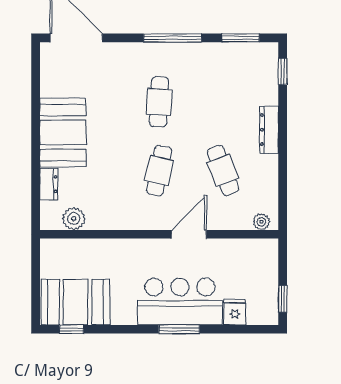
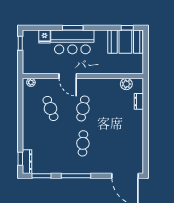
dresser: (269, 130) -> (27, 162), moved
booth: (63, 132) -> (132, 128), removed
door: (189, 234) -> (68, 76), hinge flipped

